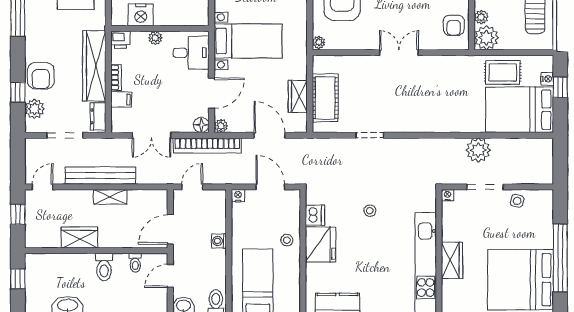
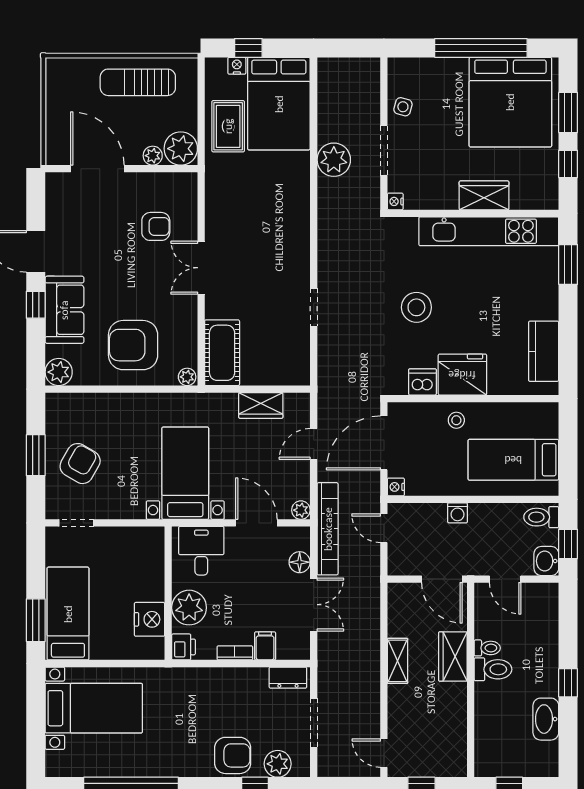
armchair: (454, 25) -> (156, 226), moved
plant: (155, 38) -> (189, 608), width x1.88, depth x1.88
wardrobe: (94, 66) -> (219, 683), removed
cot: (325, 98) -> (222, 353), moved, turned 90
floor lamp: (201, 125) -> (300, 562), moved
door: (270, 135) -> (314, 444), width x0.73
bench: (100, 176) -> (368, 674), removed
door: (192, 187) -> (384, 528), moved
door: (270, 187) -> (384, 443), width x1.36
stool: (370, 211) -> (416, 307), width x1.89, depth x1.89
wardrobe: (80, 237) -> (453, 657), moved
toilet: (135, 263) -> (487, 648), moved

